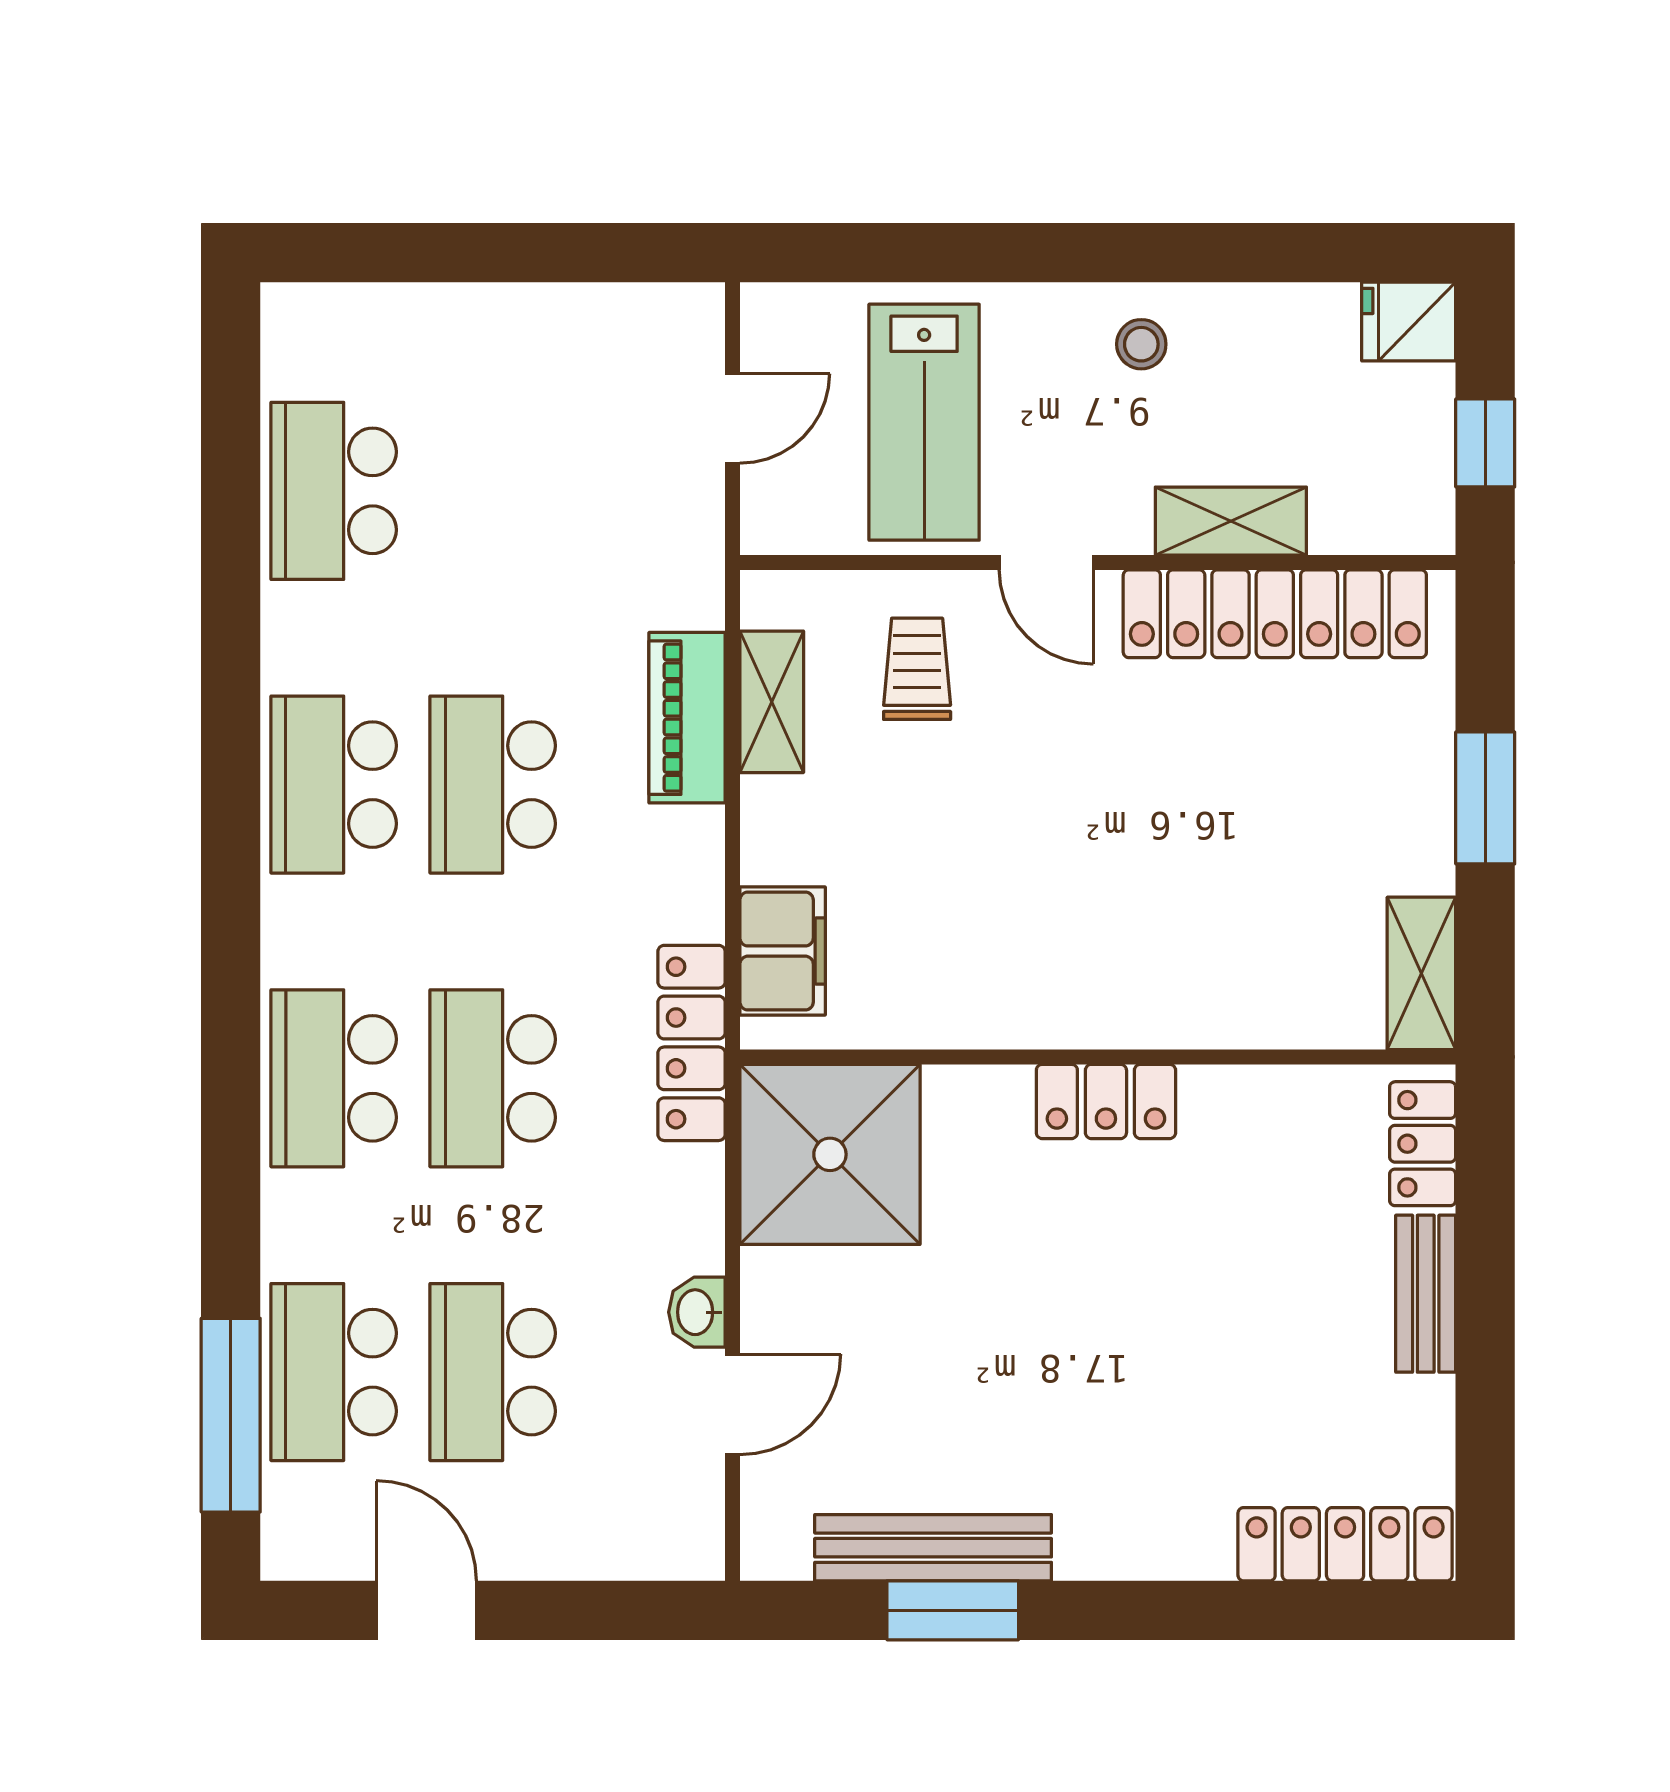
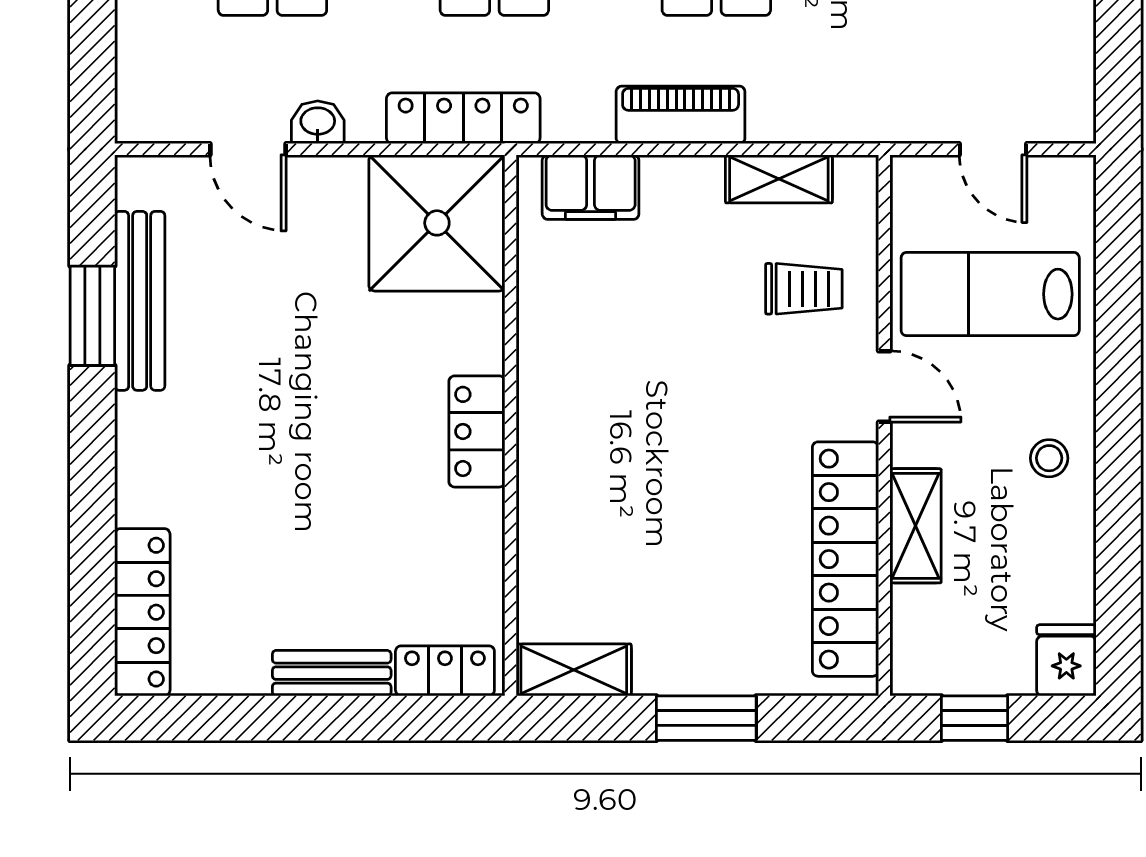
door: (1046, 562) -> (884, 386), swing flipped
piano: (687, 718) -> (681, 115), moved
locker: (691, 1043) -> (463, 118), moved

